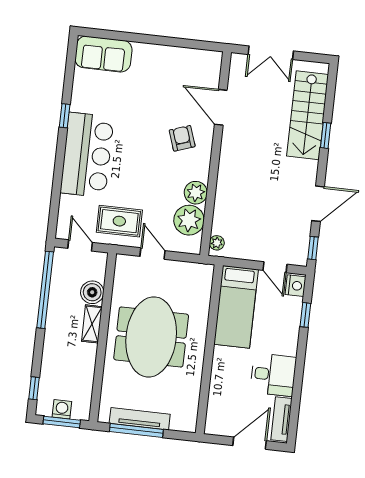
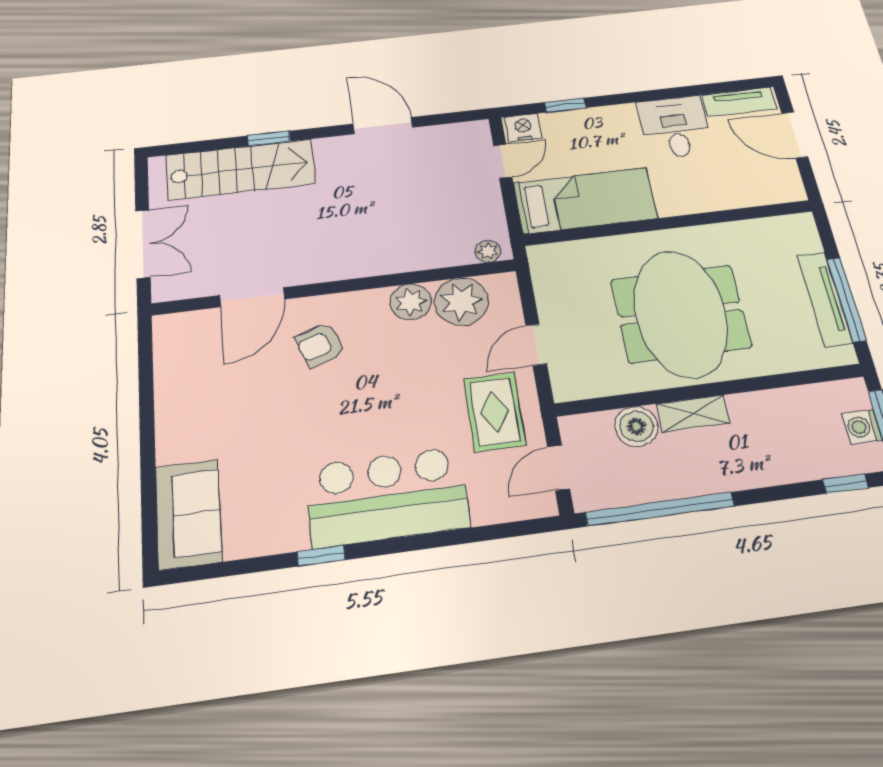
window: (313, 248) -> (456, 117), removed
meeting table: (151, 337) -> (681, 313), turned 90

